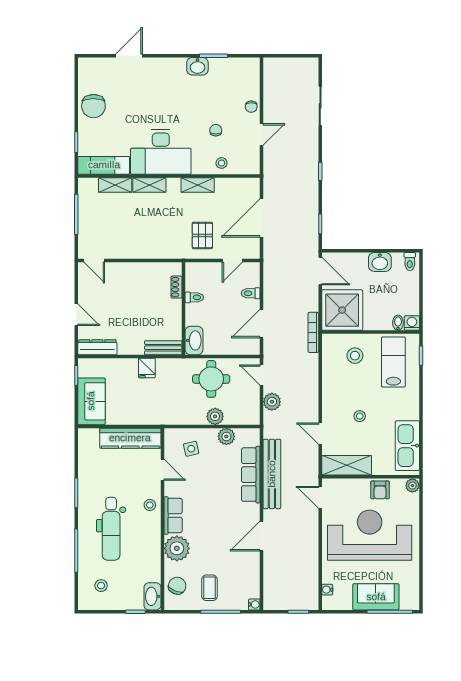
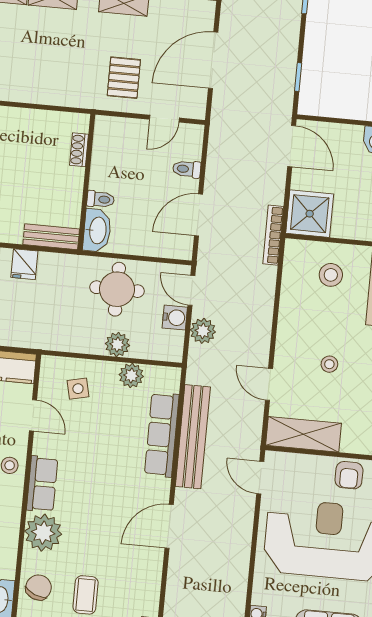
toilet: (194, 297) -> (101, 199), moved
shower: (342, 310) -> (310, 214), width x0.73, depth x0.73
water cooler: (252, 394) -> (175, 318), added

